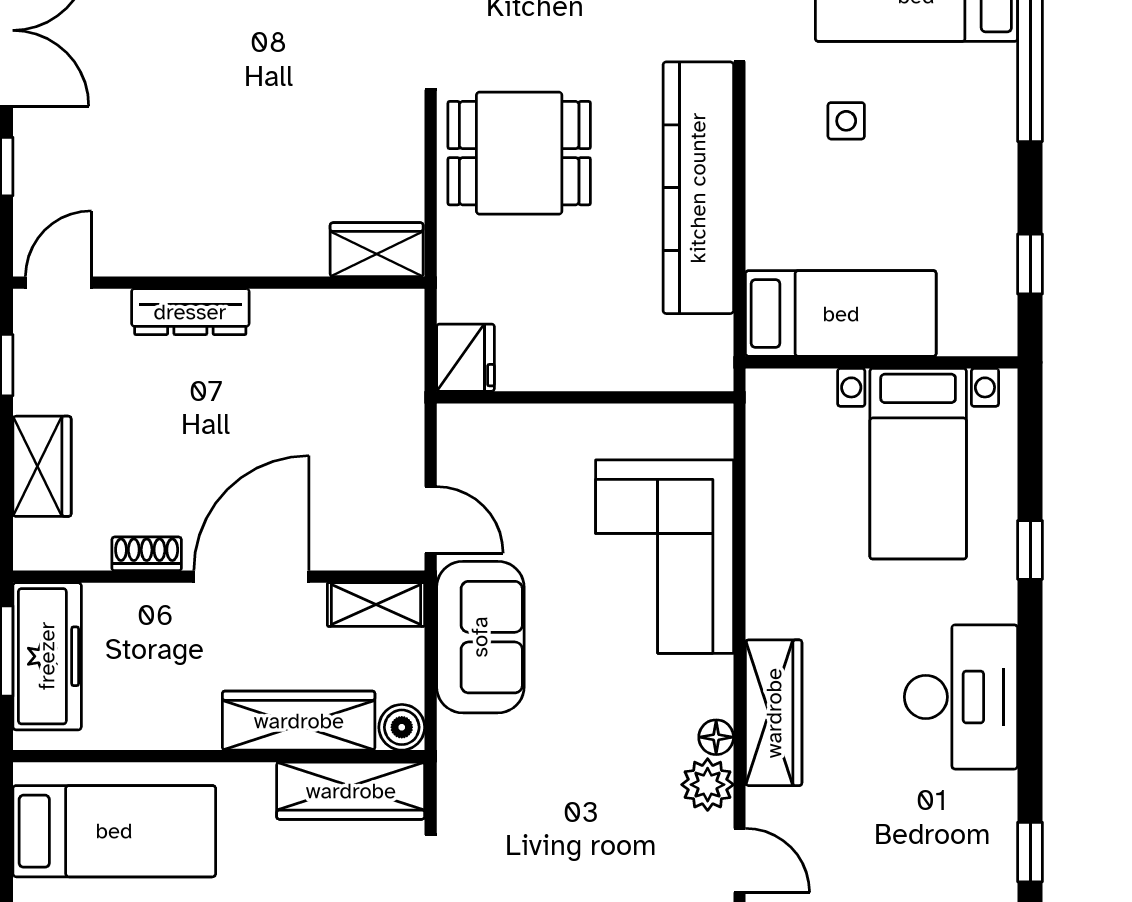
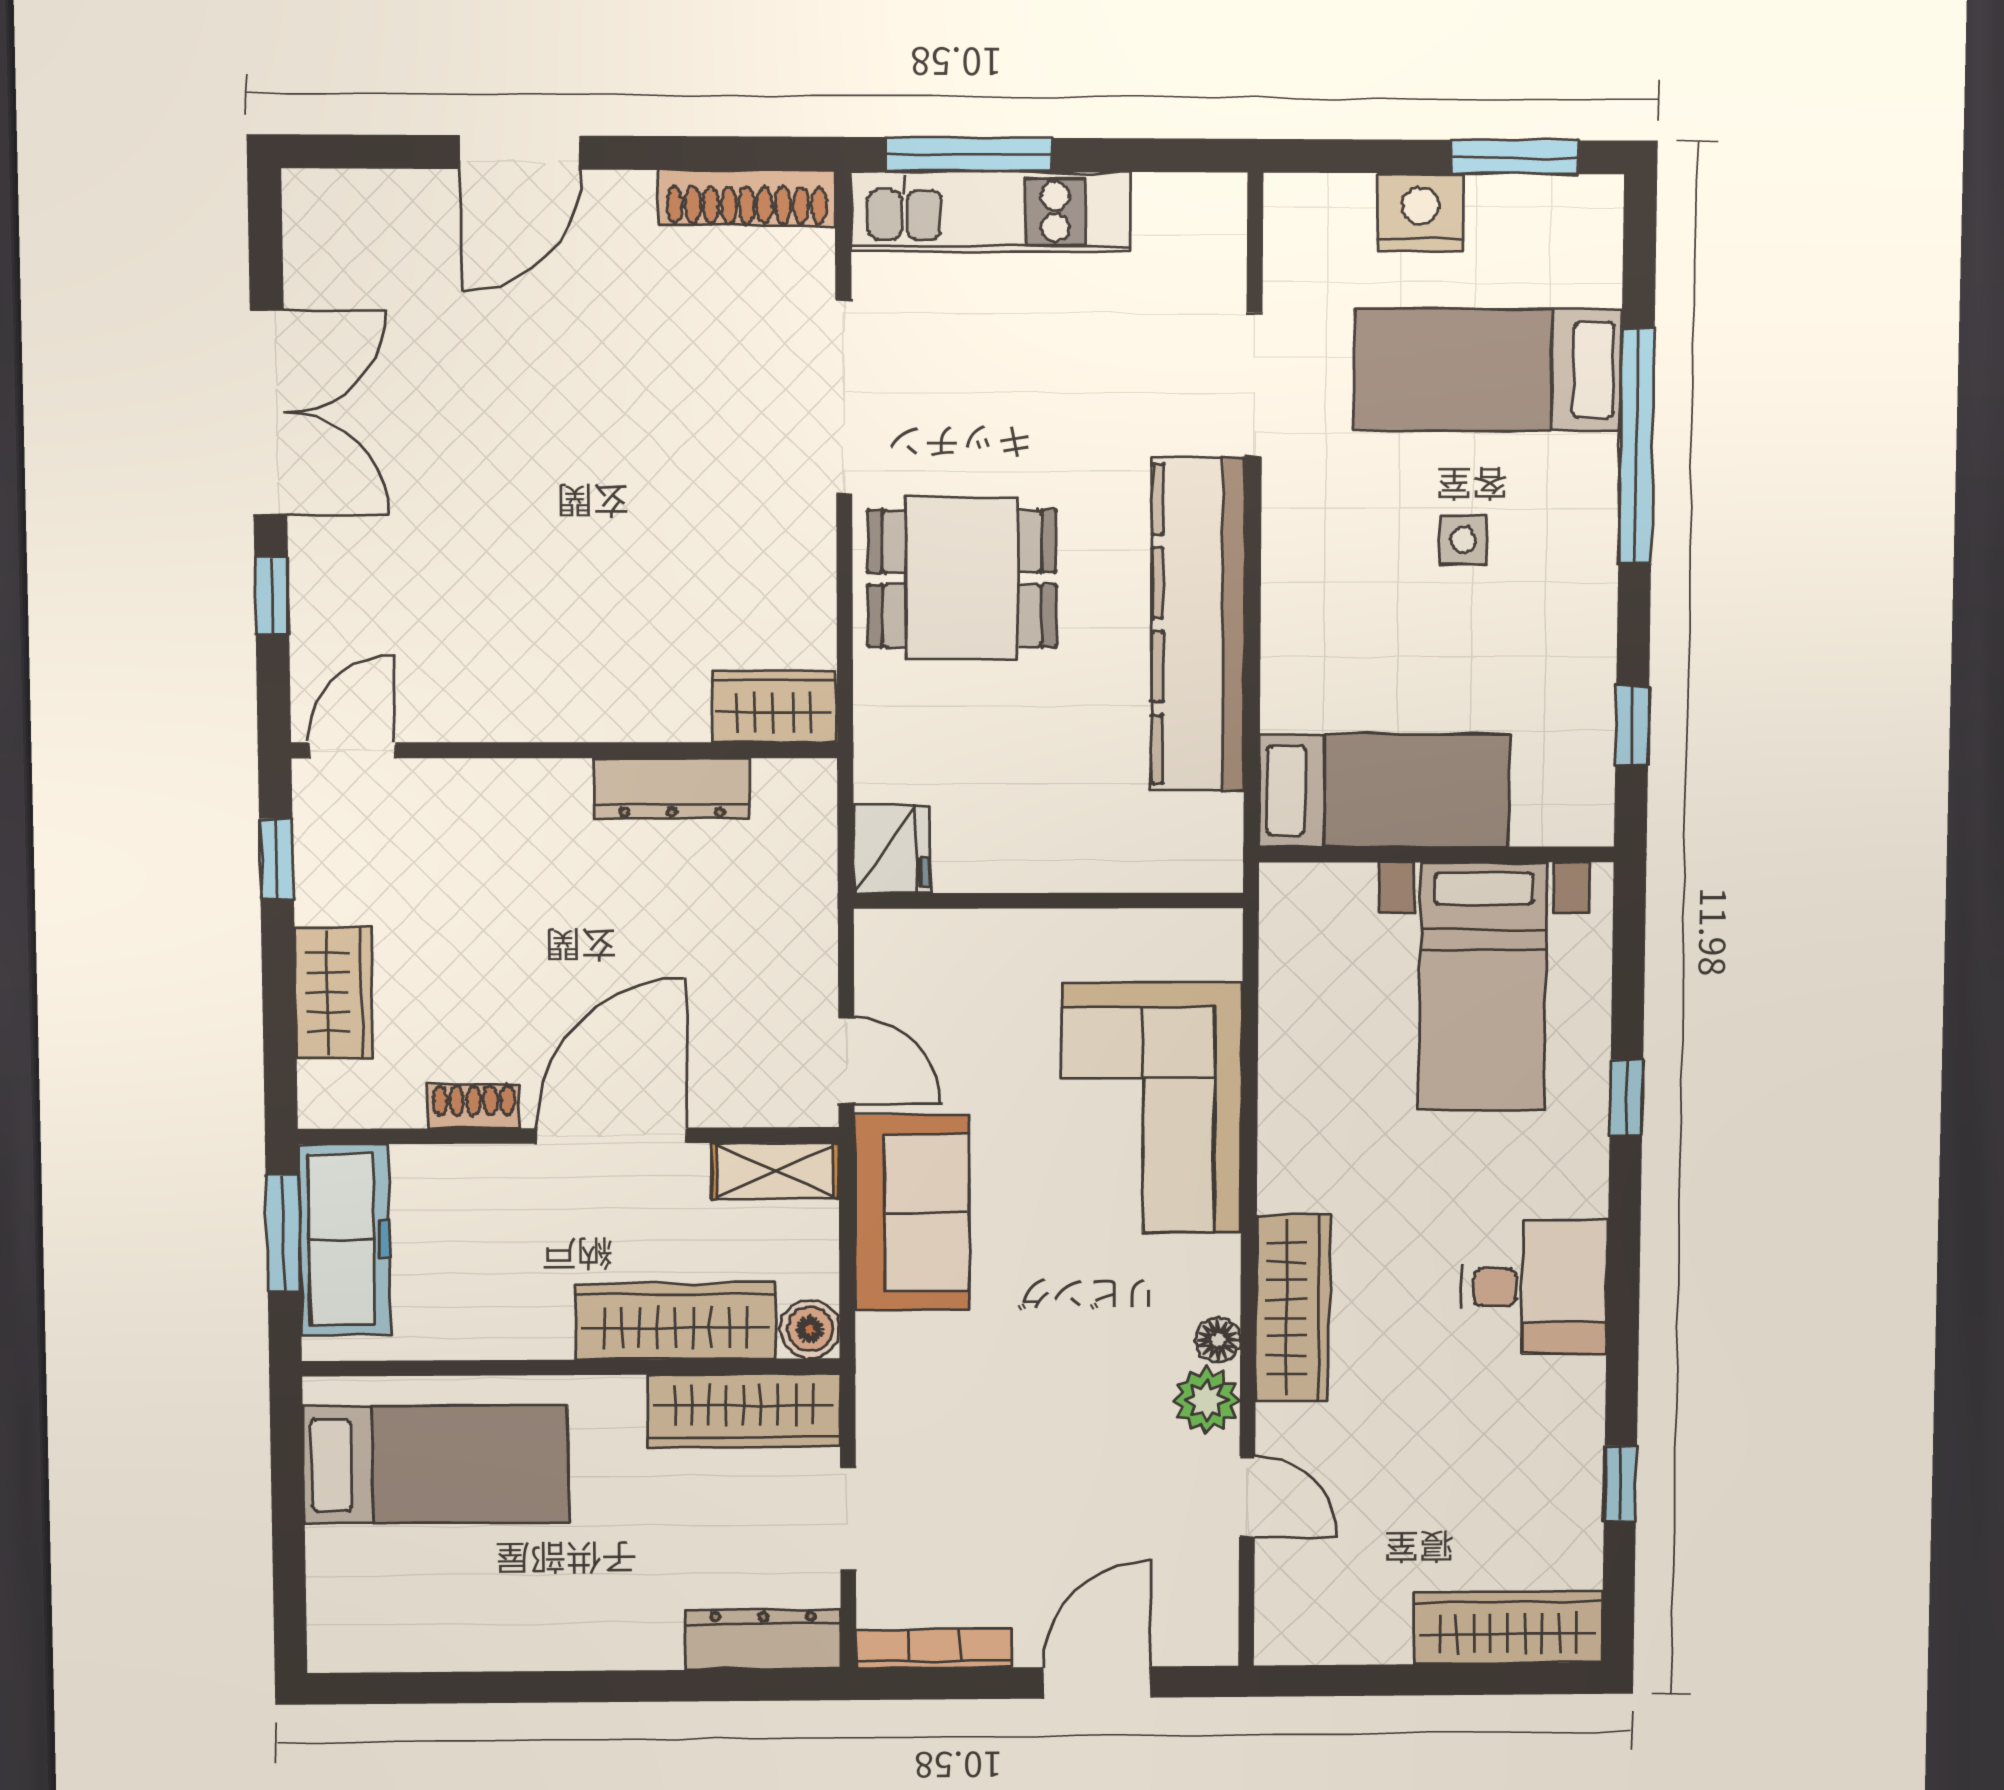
side table: (846, 121) -> (1463, 540), moved
dresser: (190, 312) -> (672, 788), moved
desk: (961, 697) -> (1534, 1287), width x0.73

